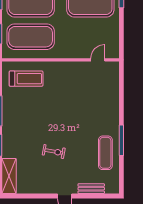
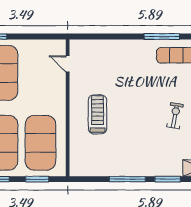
treadmill: (26, 79) -> (98, 114), moved

